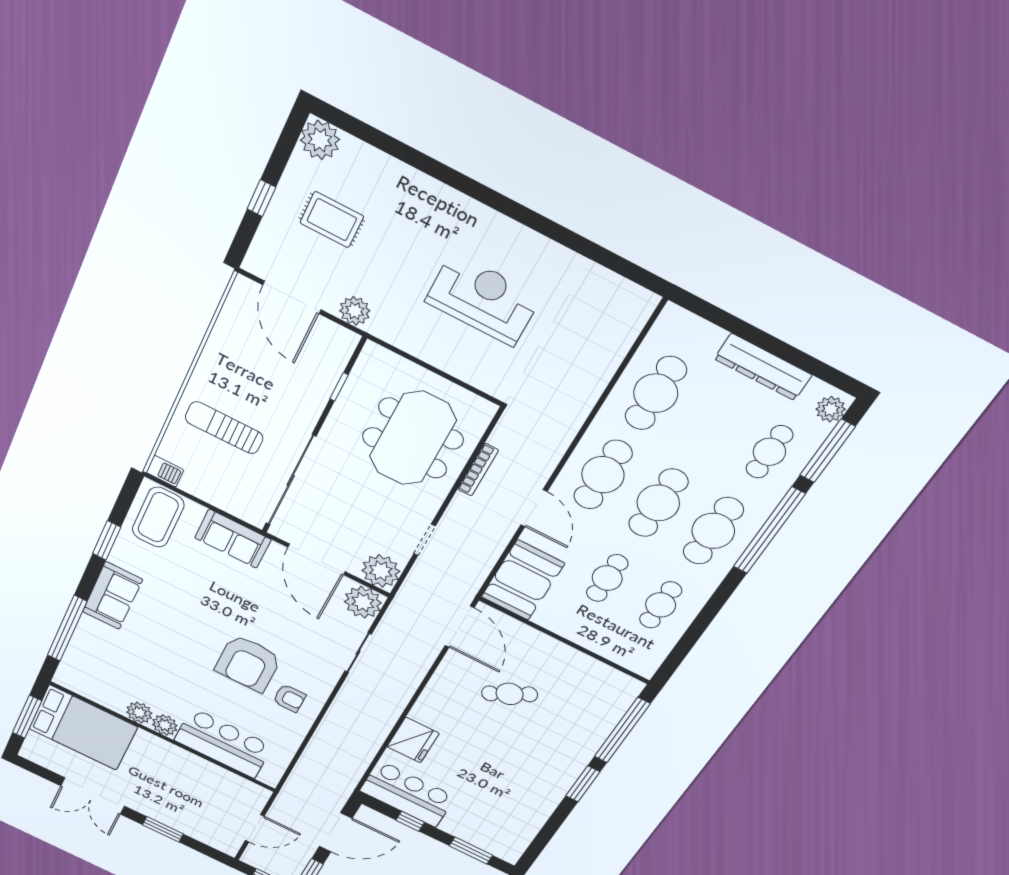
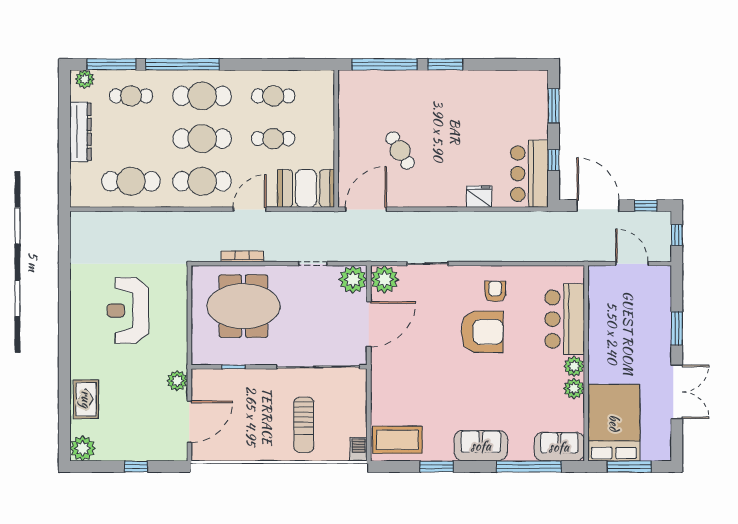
rug: (332, 220) -> (86, 399), moved
sofa: (233, 539) -> (559, 447), moved, turned -90
fridge: (413, 740) -> (479, 197), width x0.73, depth x0.75

